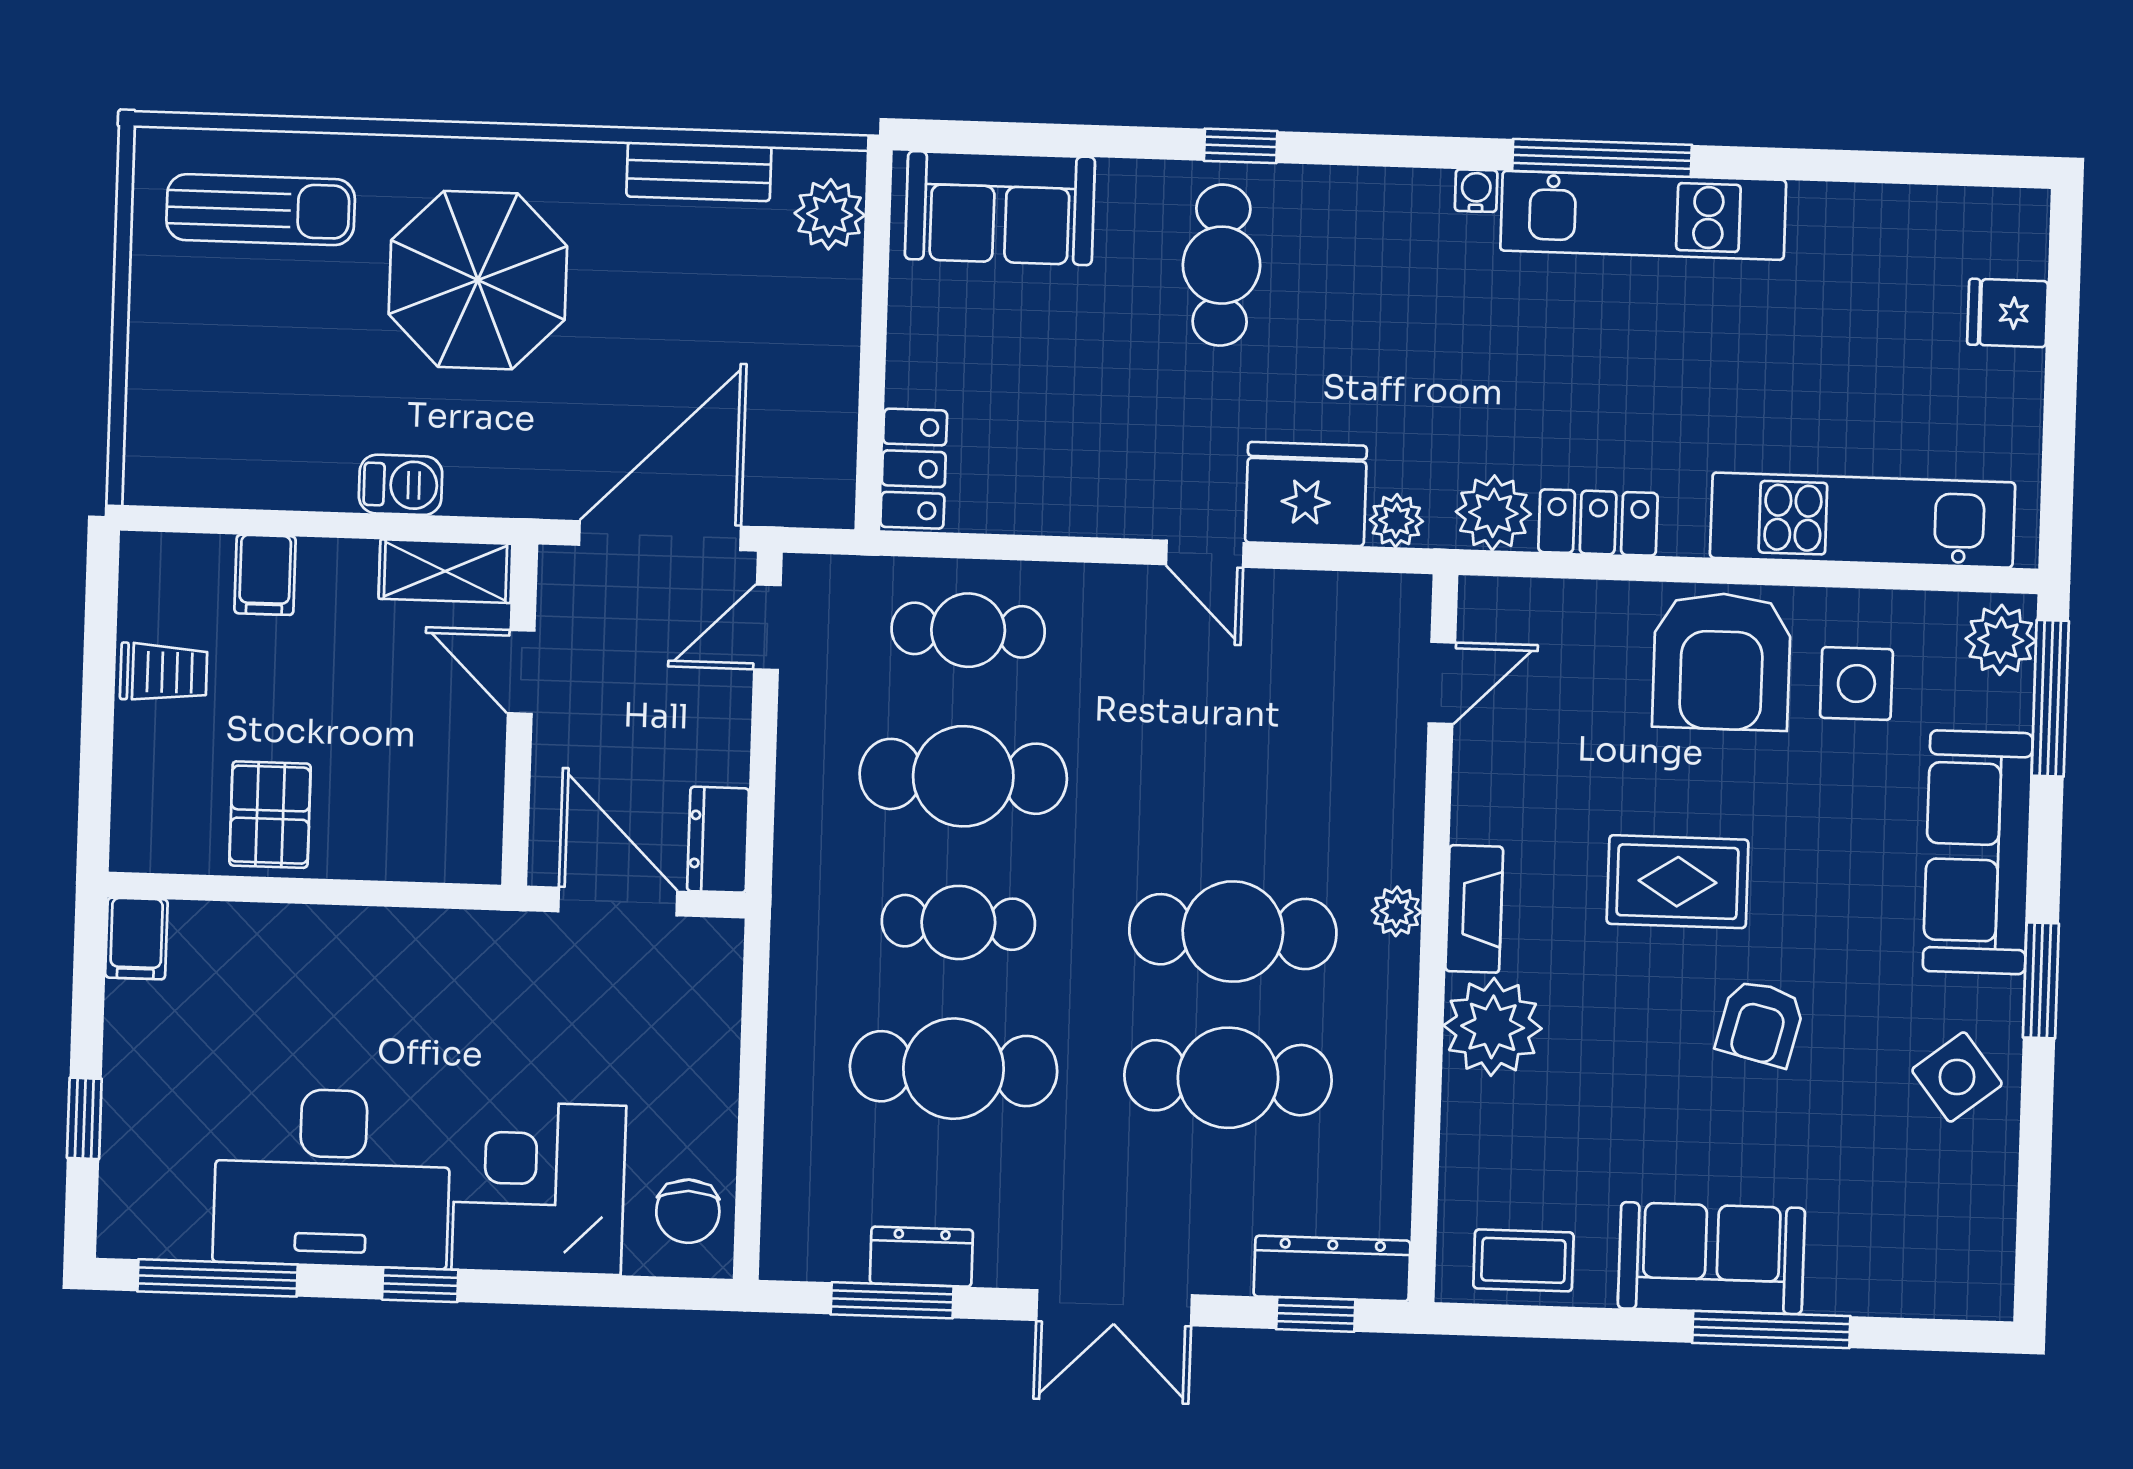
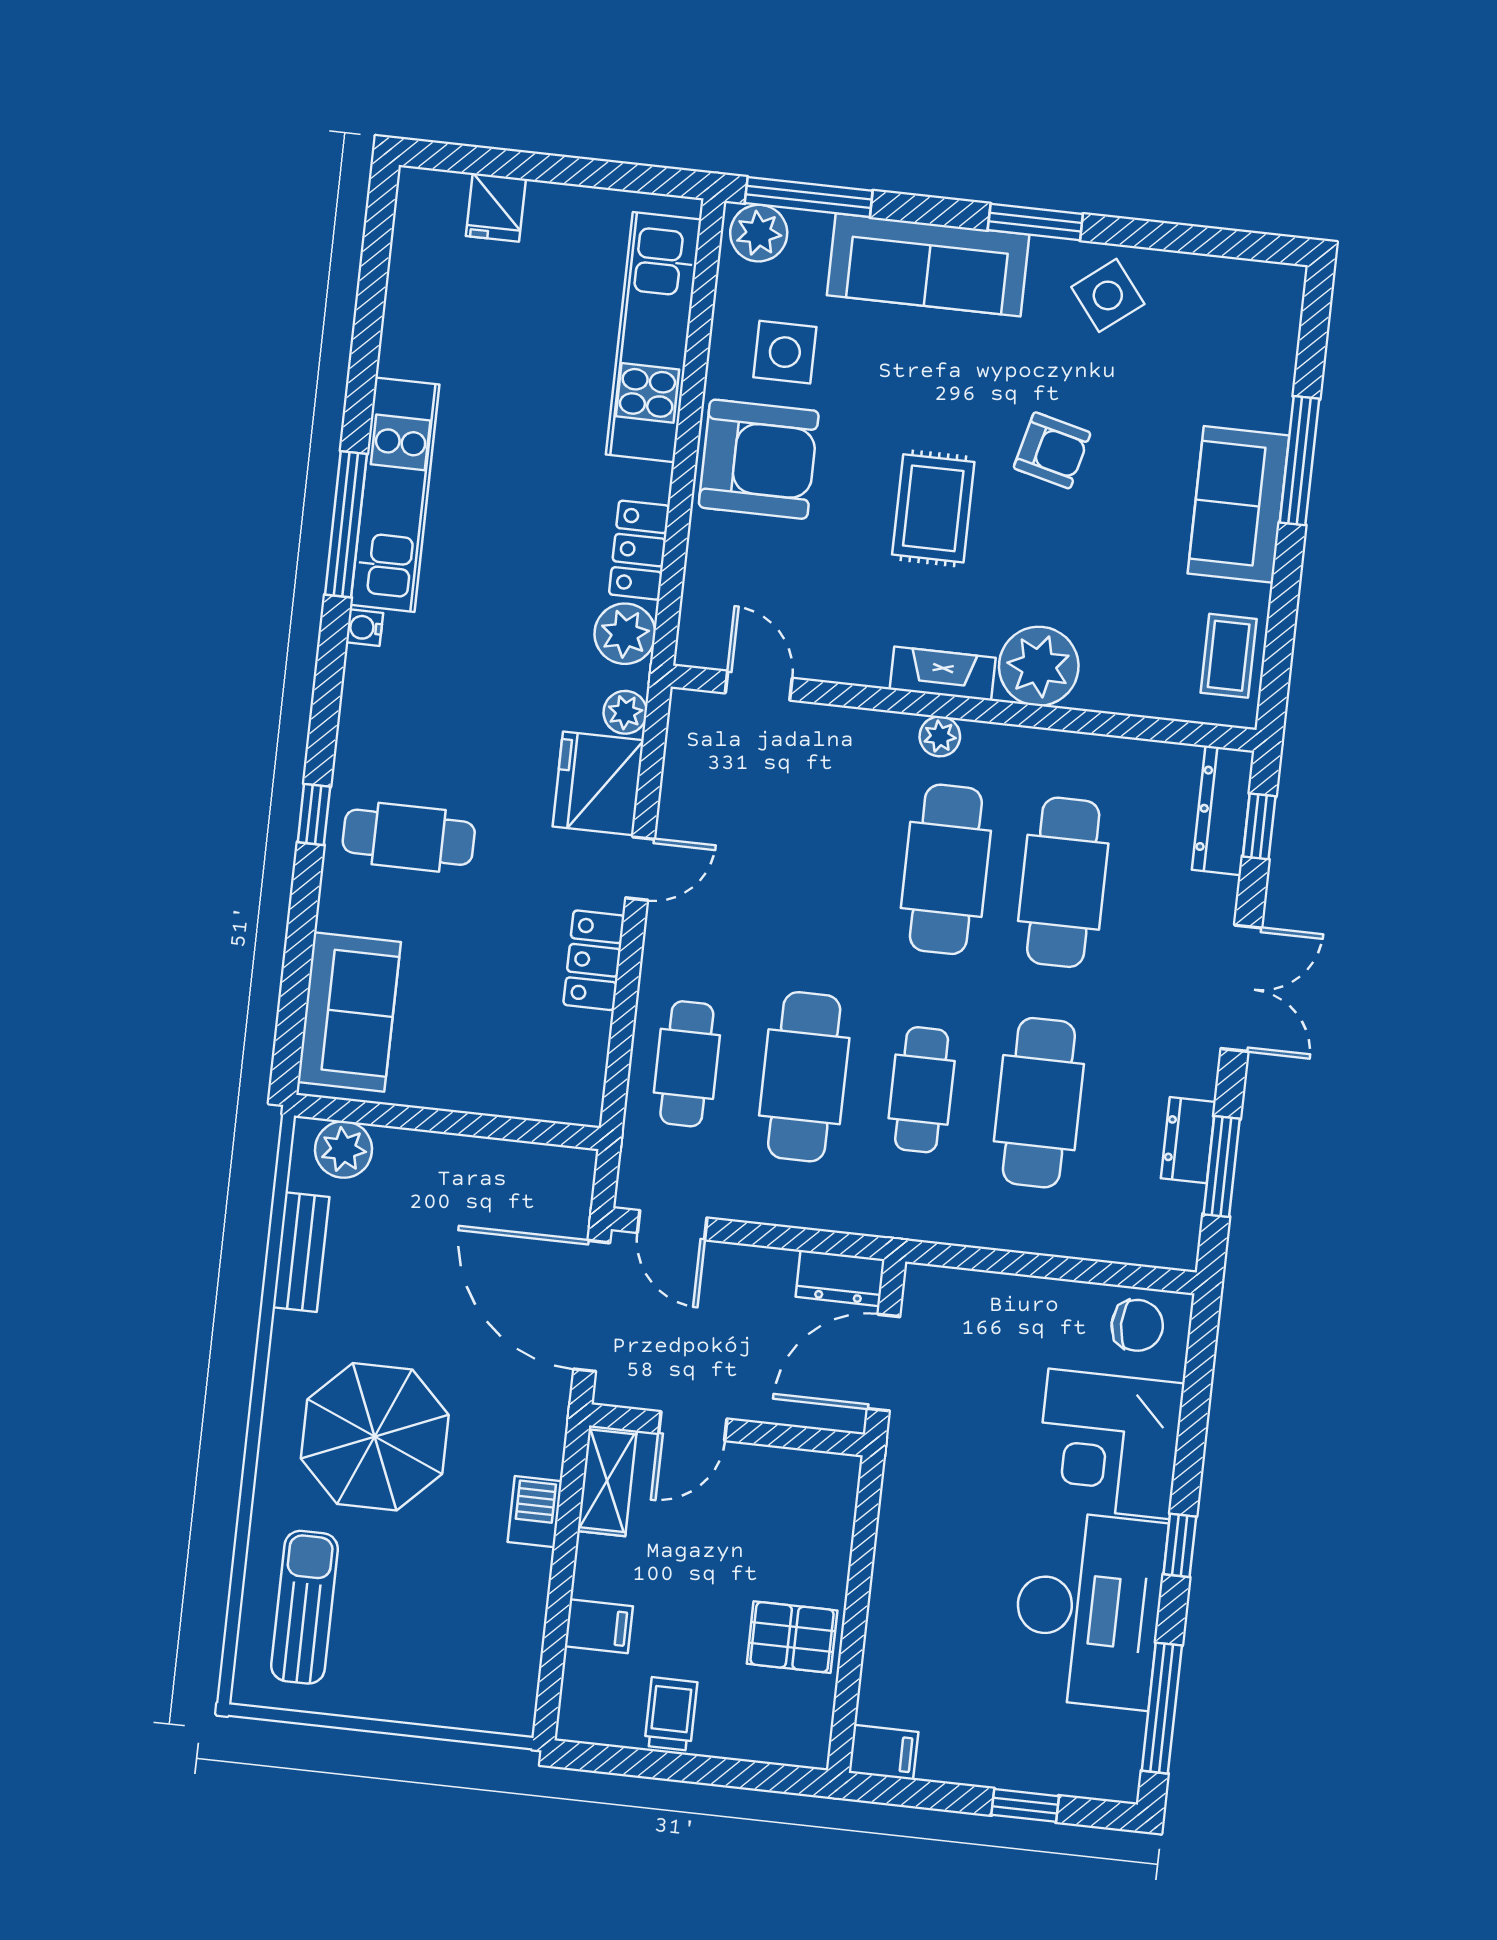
locker: (914, 469) -> (594, 960), moved, turned -90

